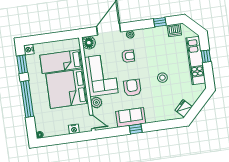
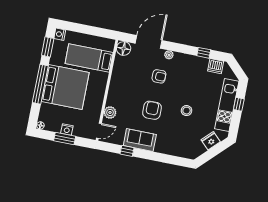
corner sofa: (101, 75) -> (125, 86), removed
bed: (67, 89) -> (65, 87), moved, turned 180
fridge: (184, 109) -> (211, 141), moved
door: (92, 122) -> (99, 131), hinge flipped
nightstand: (74, 129) -> (67, 130), moved
window: (136, 129) -> (127, 151), moved
window: (65, 139) -> (65, 138), added

